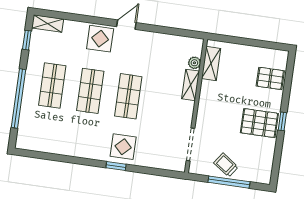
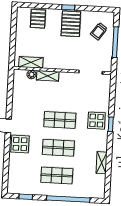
shelving: (48, 23) -> (102, 163), moved
trolley: (226, 165) -> (99, 31), moved

